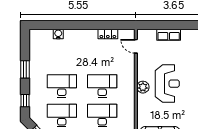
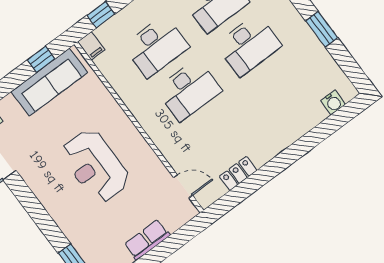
water cooler: (58, 34) -> (333, 102), moved
plant: (143, 87) -> (127, 134), removed

